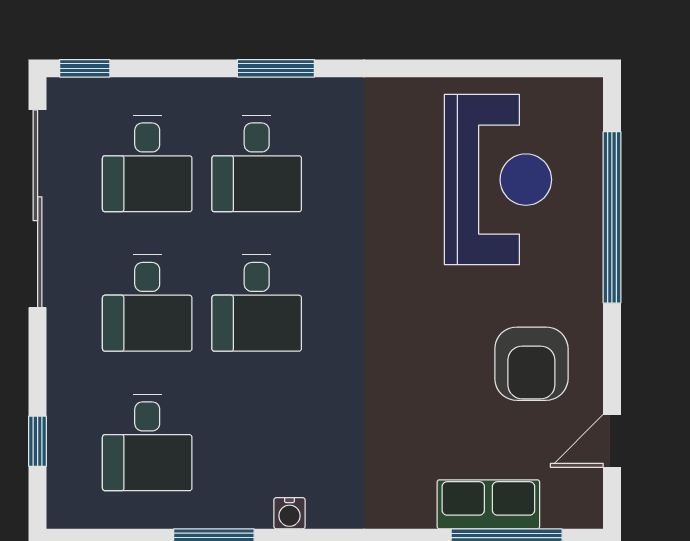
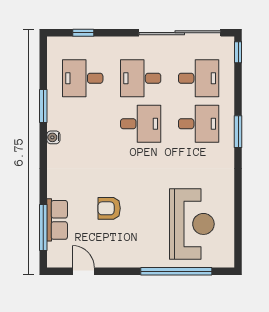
desk: (147, 163) -> (199, 78), turned 180
desk: (257, 163) -> (199, 124), turned 180
reception desk: (498, 180) -> (192, 224), turned -90
desk: (257, 303) -> (141, 124), turned 180
armchair: (531, 364) -> (109, 208), moved, width x0.72, depth x0.72

